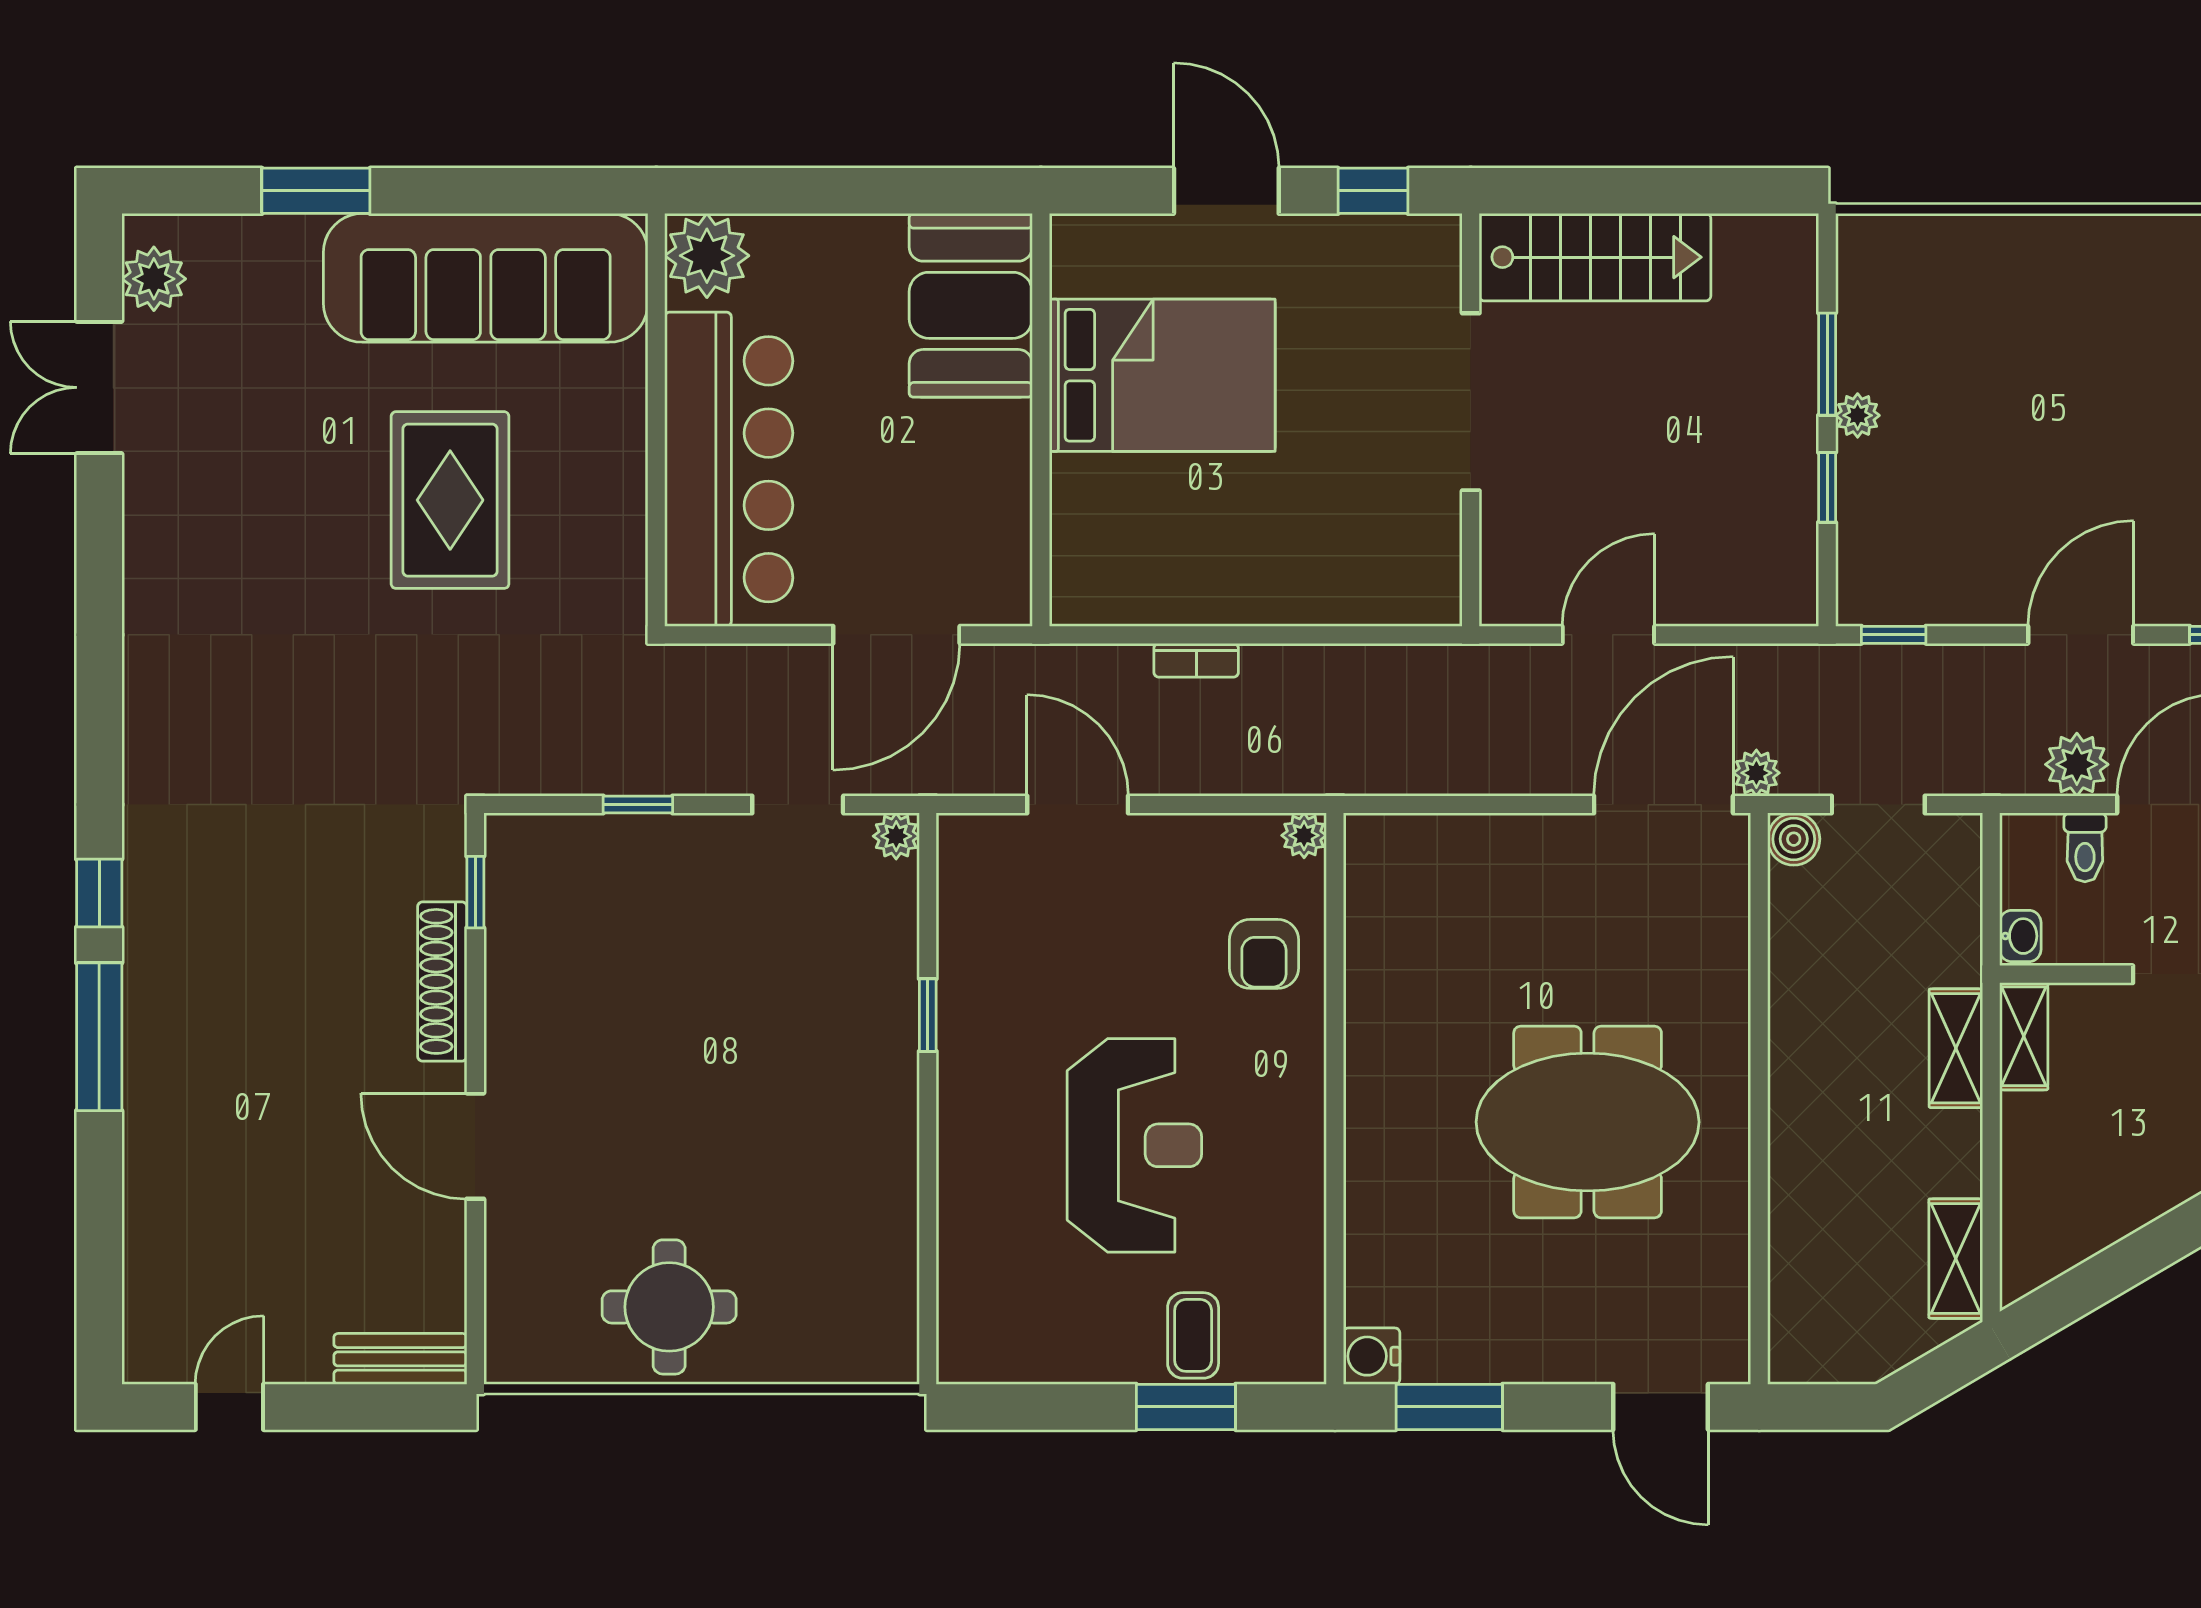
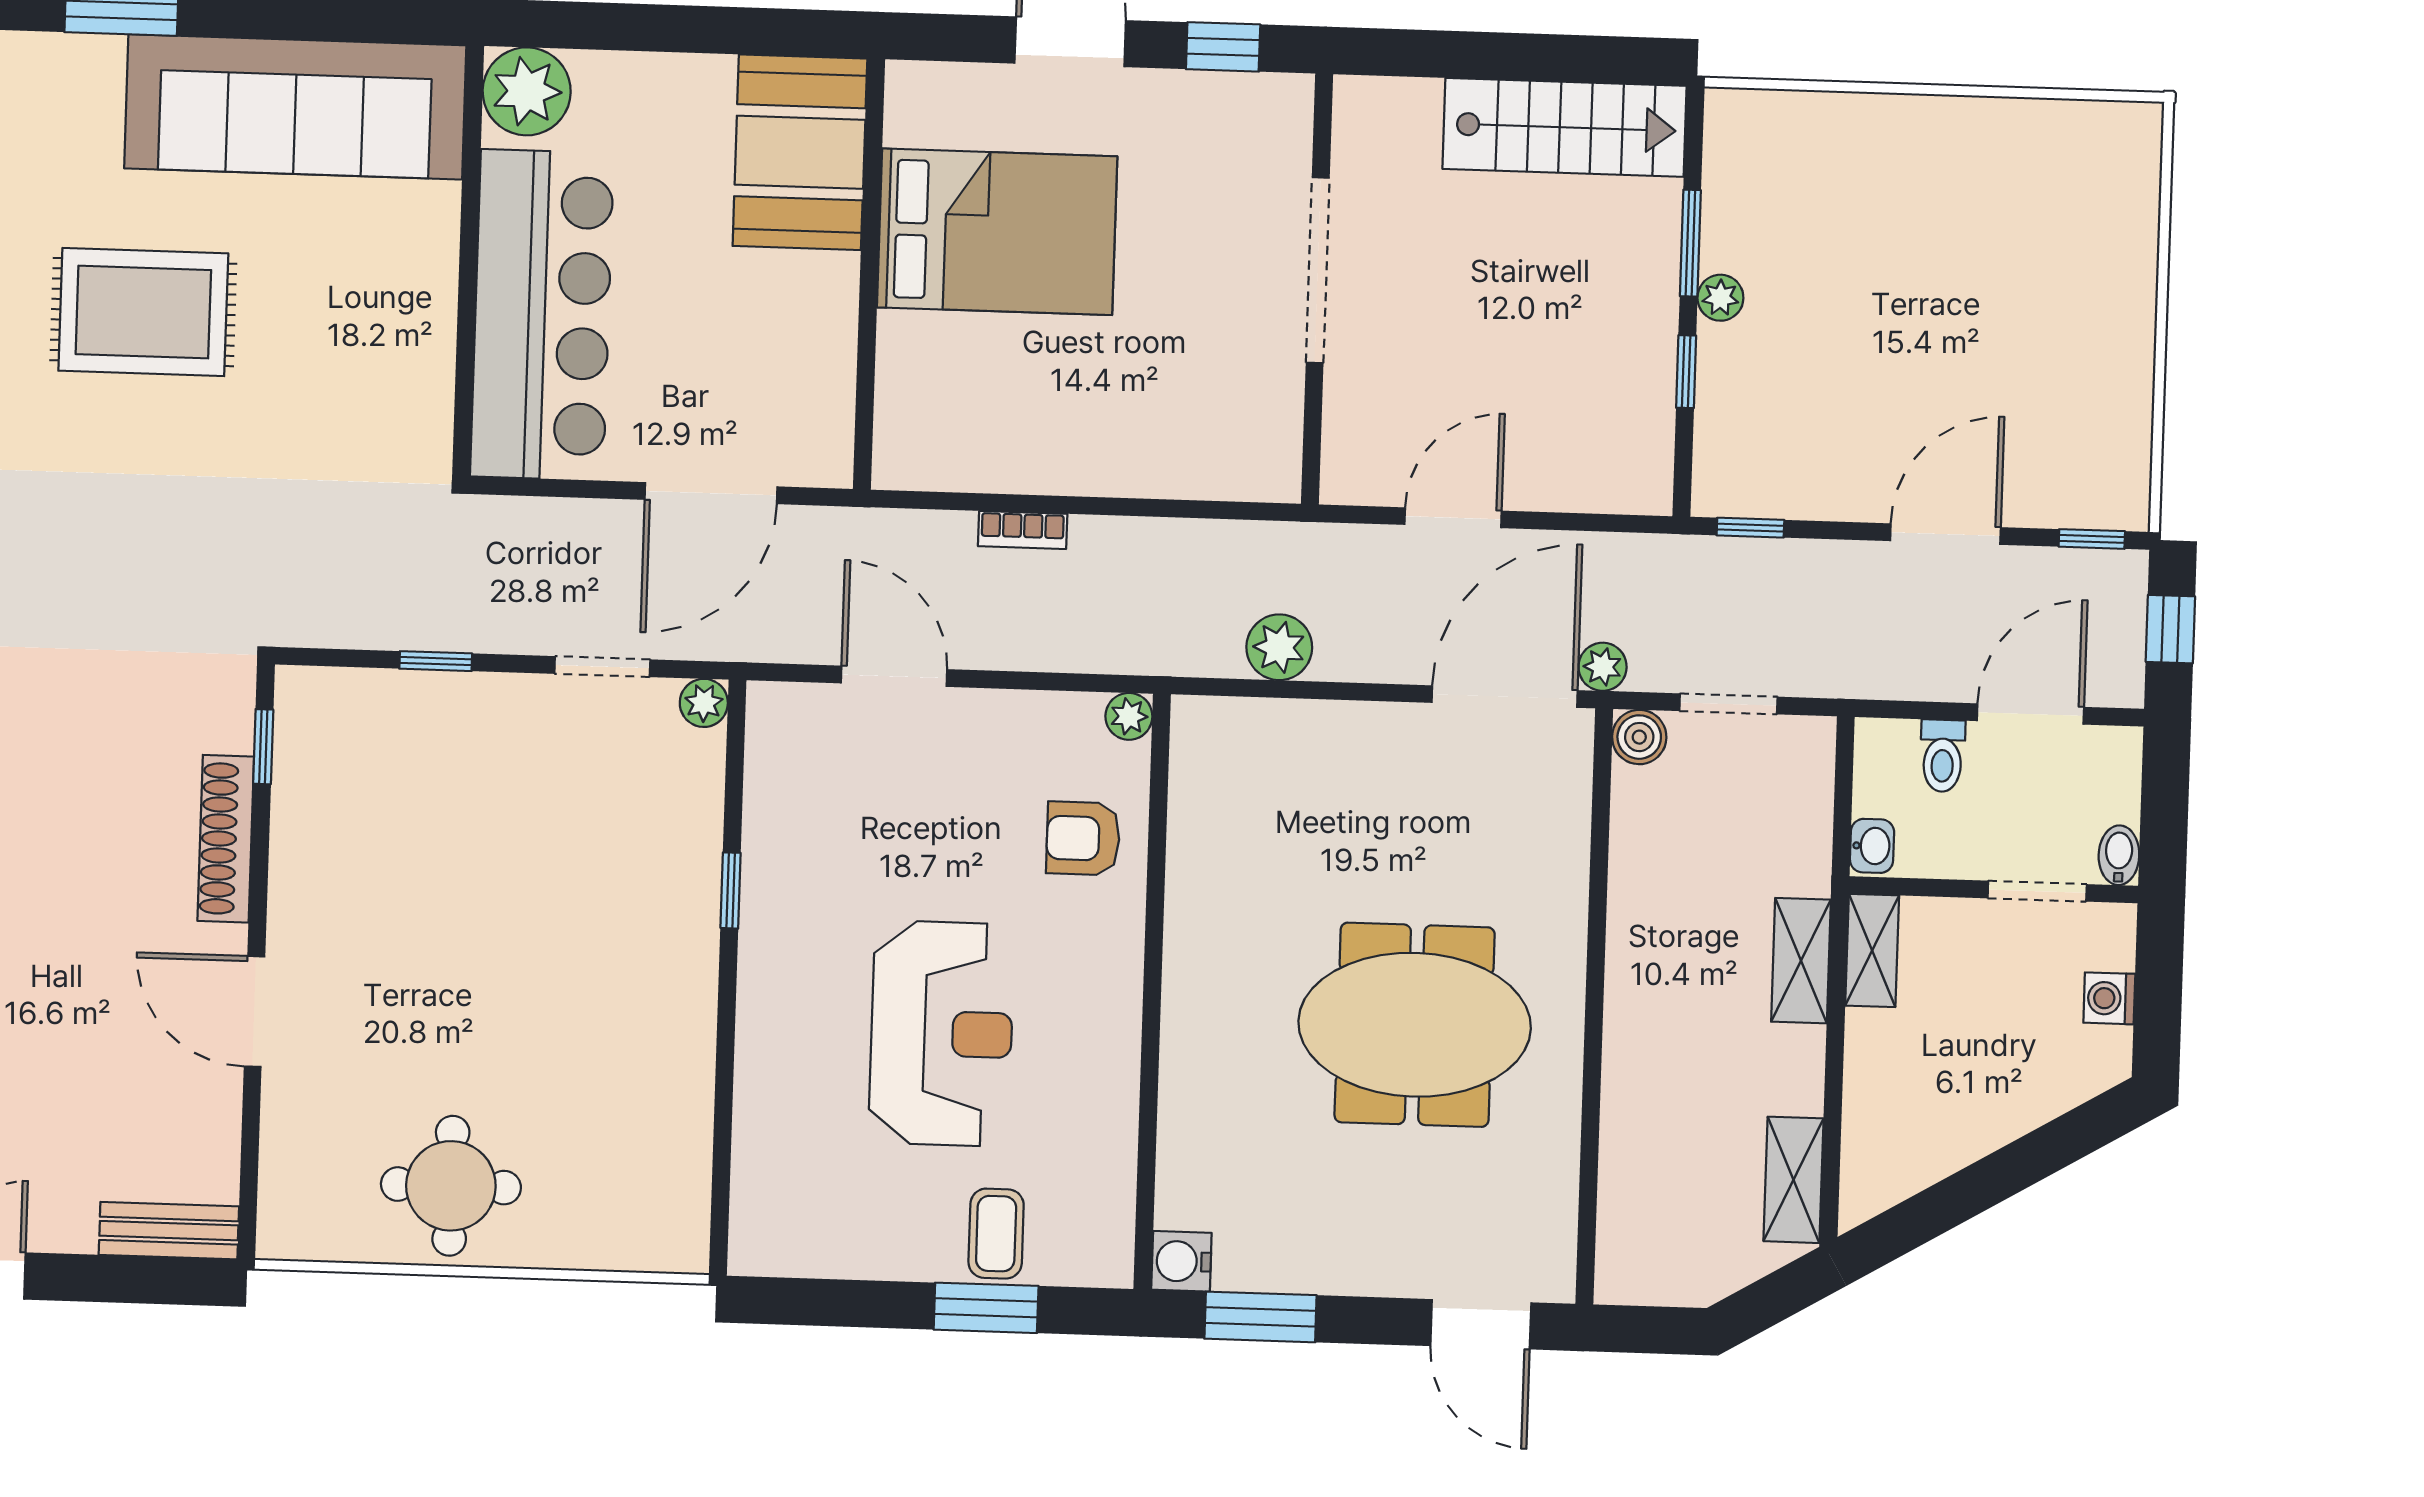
stairs: (1595, 257) -> (1565, 127), moved
rug: (450, 500) -> (143, 312), moved, turned 90
plant: (2077, 764) -> (1279, 647), moved
armchair: (1264, 954) -> (1083, 838), turned 90

